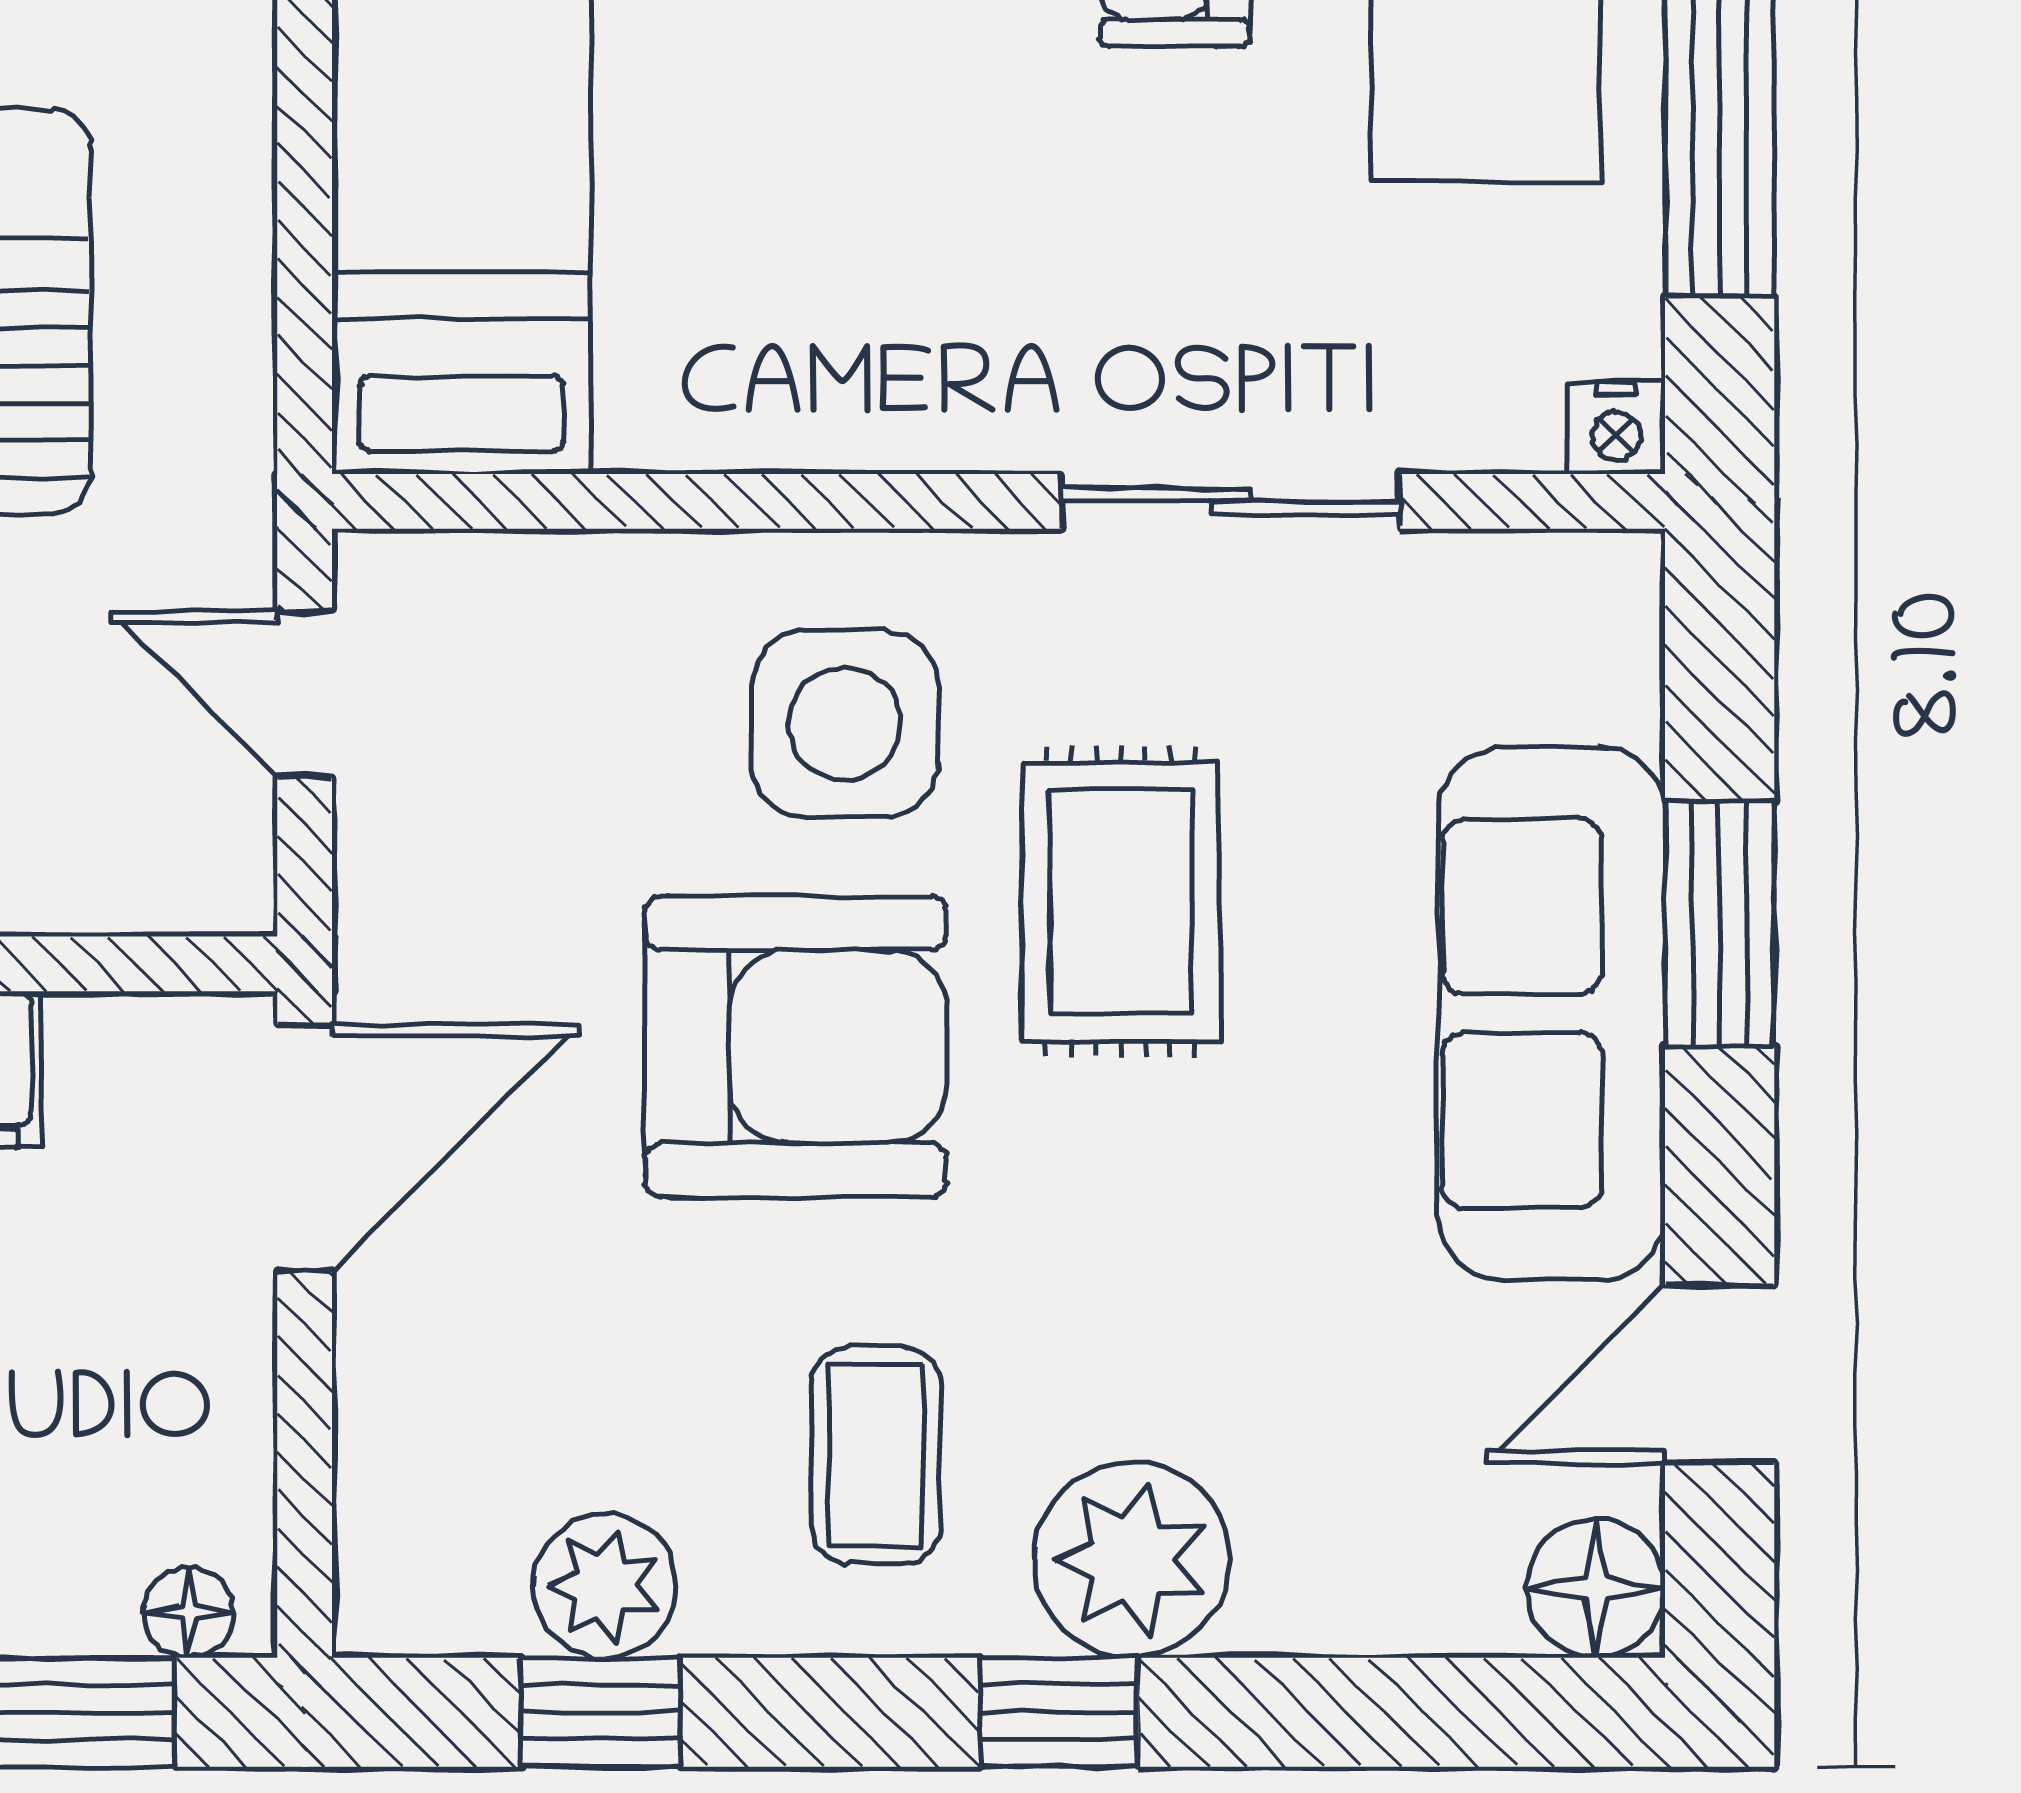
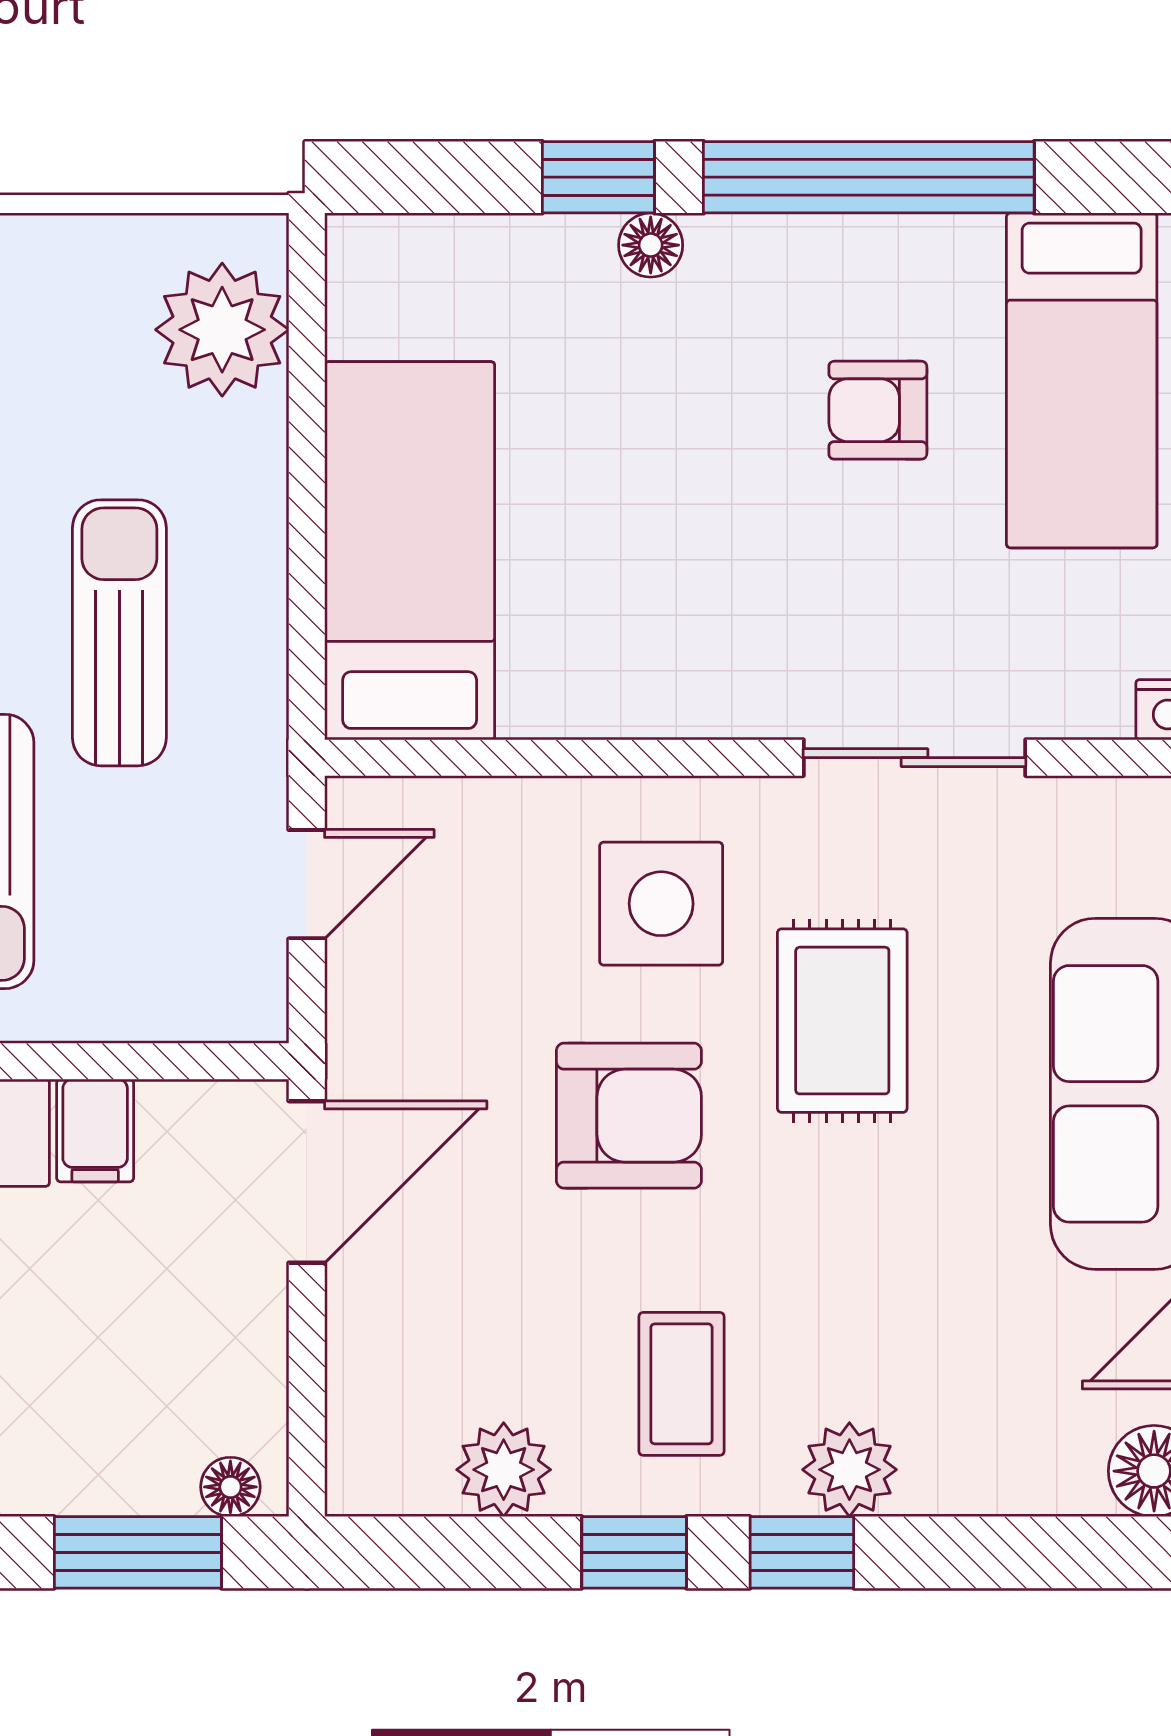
door: (305, 694) -> (307, 884), swing flipped
armchair: (796, 1047) -> (629, 1116), width x0.73, depth x0.73
plant: (1132, 1560) -> (849, 1470), width x0.73, depth x0.73
window: (601, 1712) -> (634, 1552), moved

